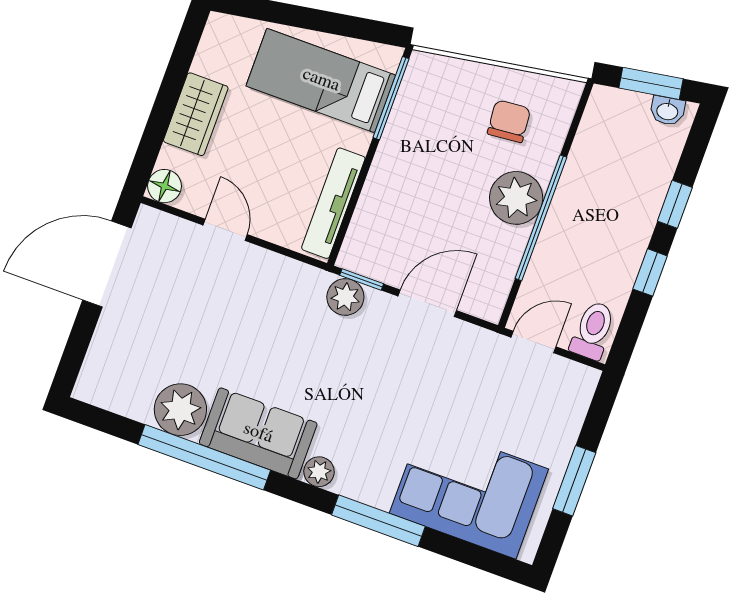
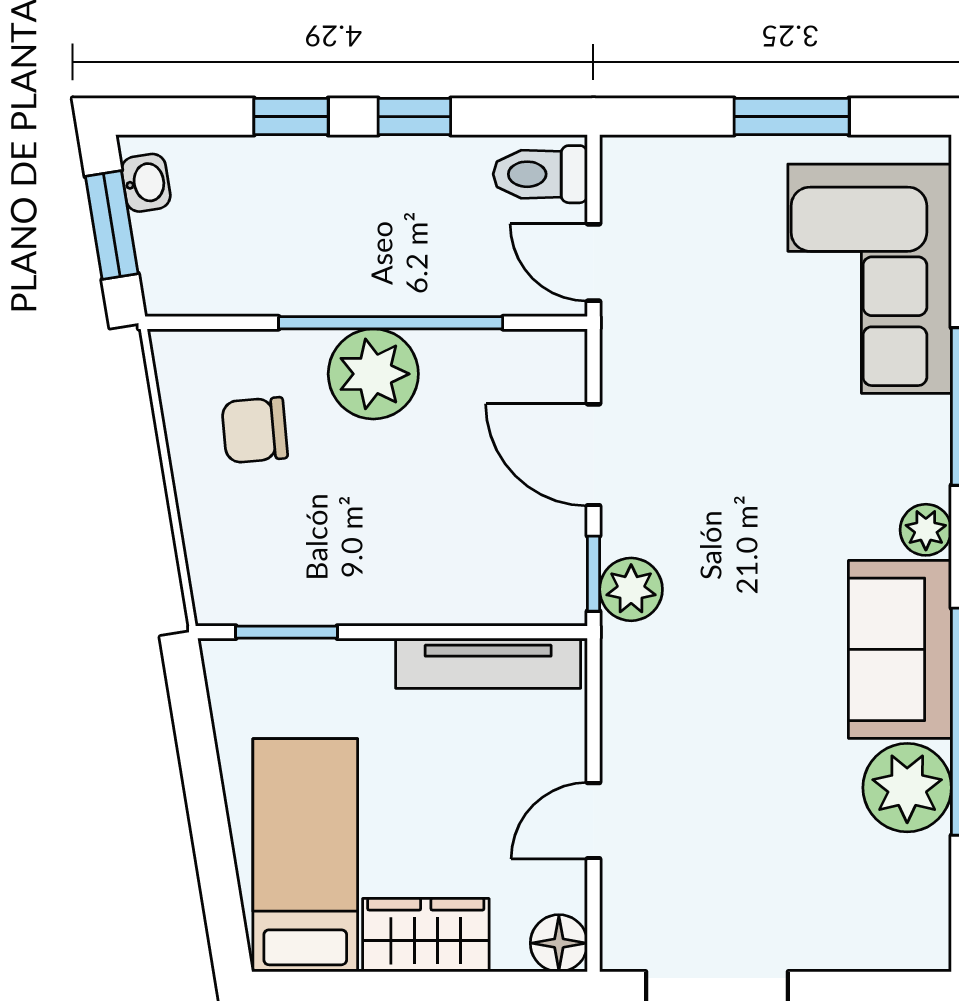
bed: (321, 80) -> (305, 855), moved, turned 180
window: (391, 98) -> (287, 632), width x0.69

